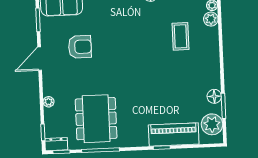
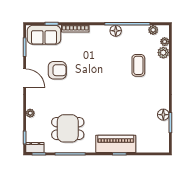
door: (40, 59) -> (25, 78), swing flipped
dining table: (96, 119) -> (68, 128), width x0.73
plant: (212, 124) -> (161, 137), removed
piano: (174, 135) -> (116, 144), moved

